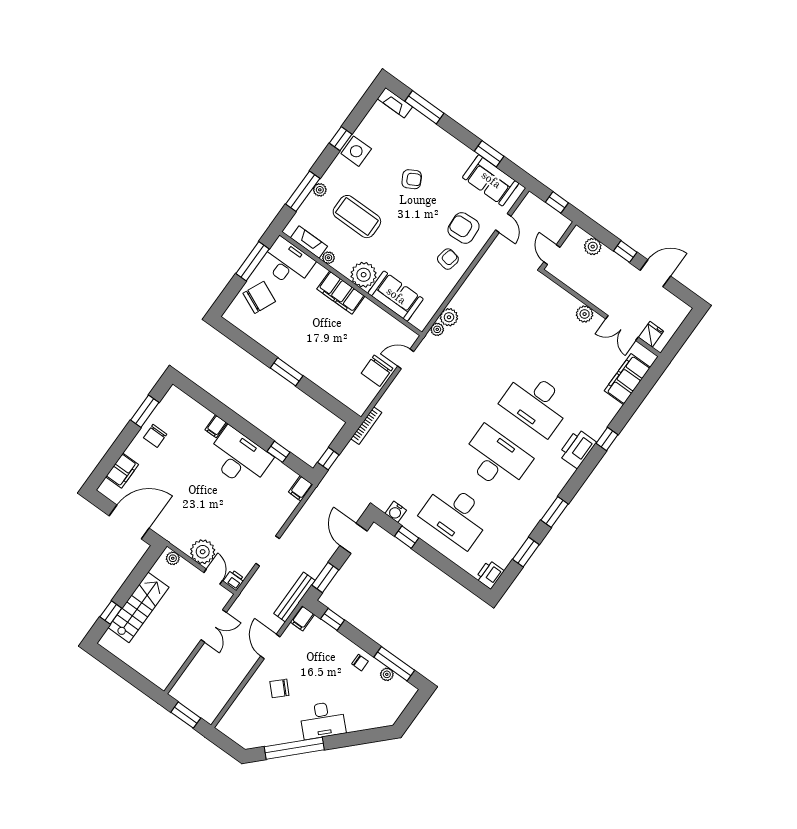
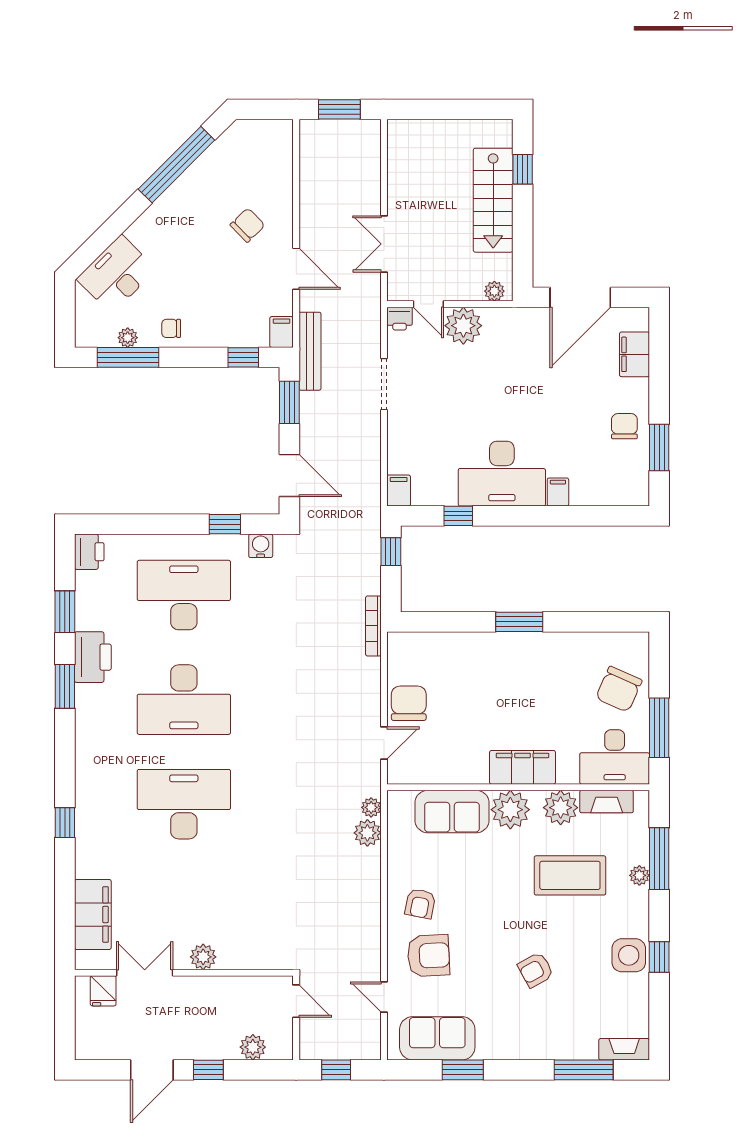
plant: (328, 258) -> (561, 808), width x1.88, depth x1.88
printer: (577, 449) -> (93, 657), moved
desk: (323, 720) -> (117, 274), moved

